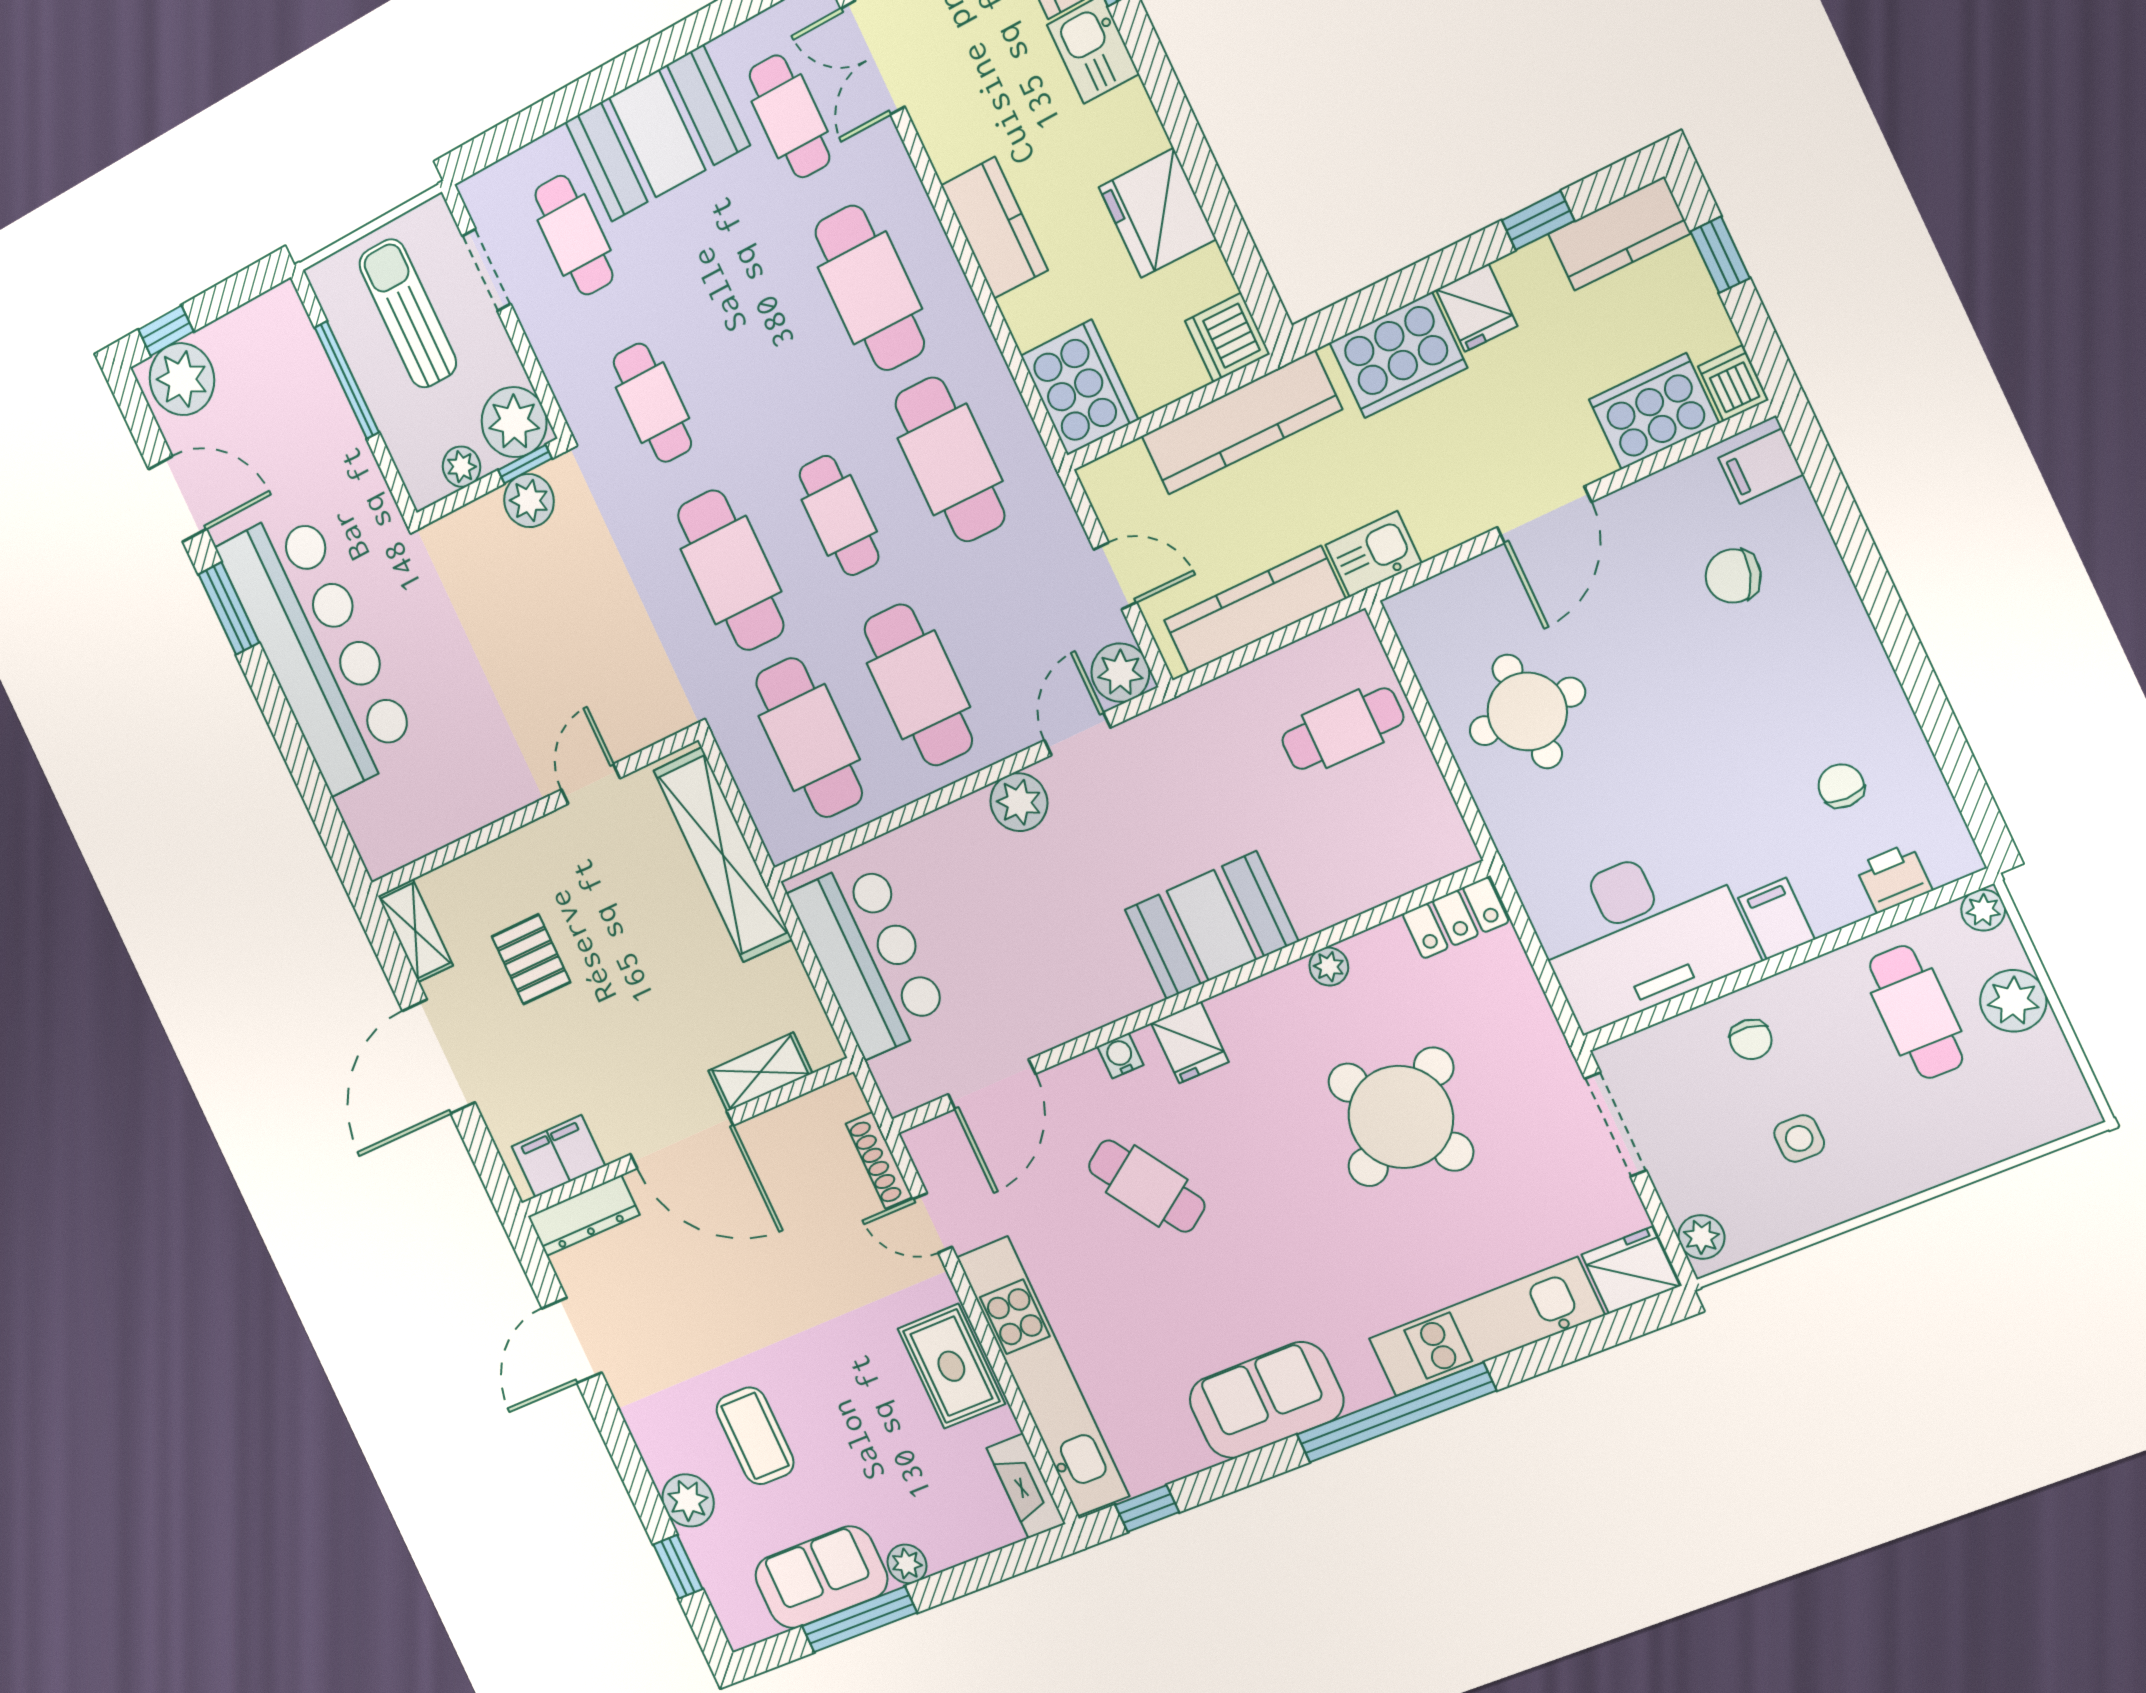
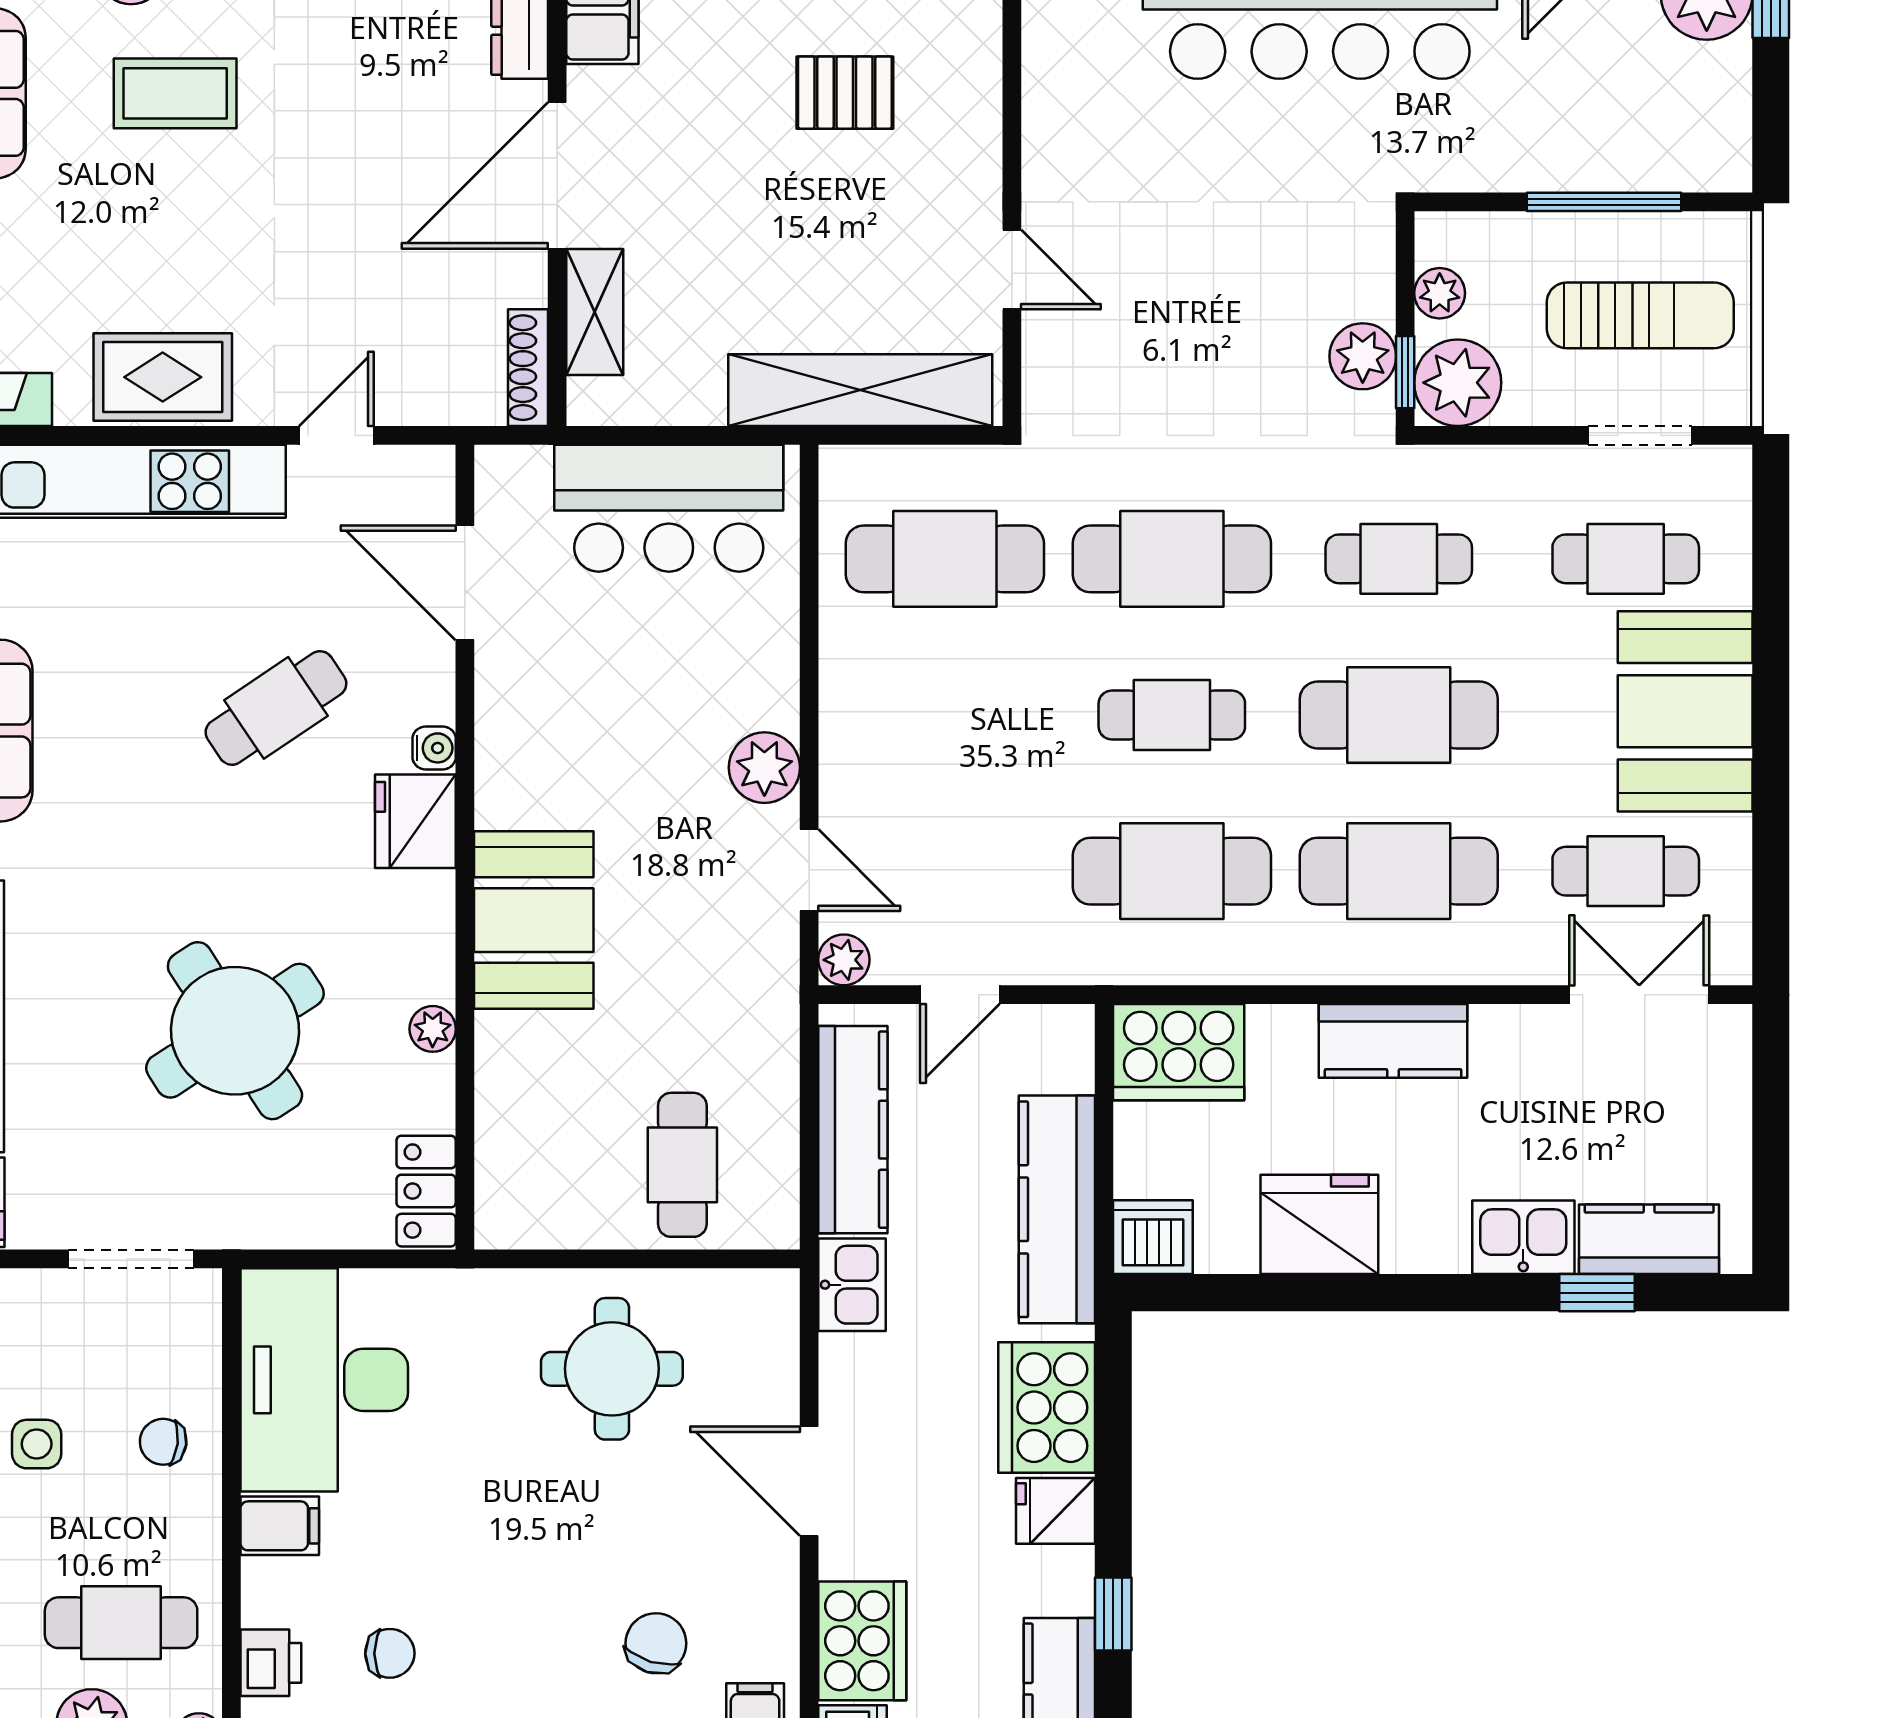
plant: (1120, 673) -> (844, 960), width x0.73, depth x0.73
cafe table: (918, 685) -> (1399, 715), moved
fridge: (1190, 1042) -> (415, 821), width x1.38
shoe rack: (879, 1160) -> (528, 368), moved, turned -90

